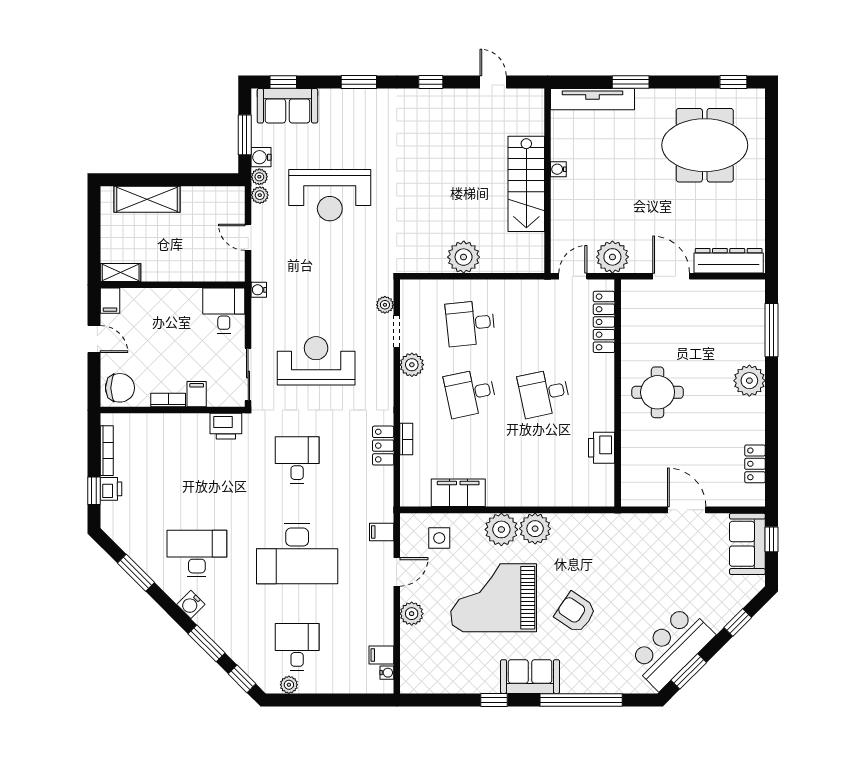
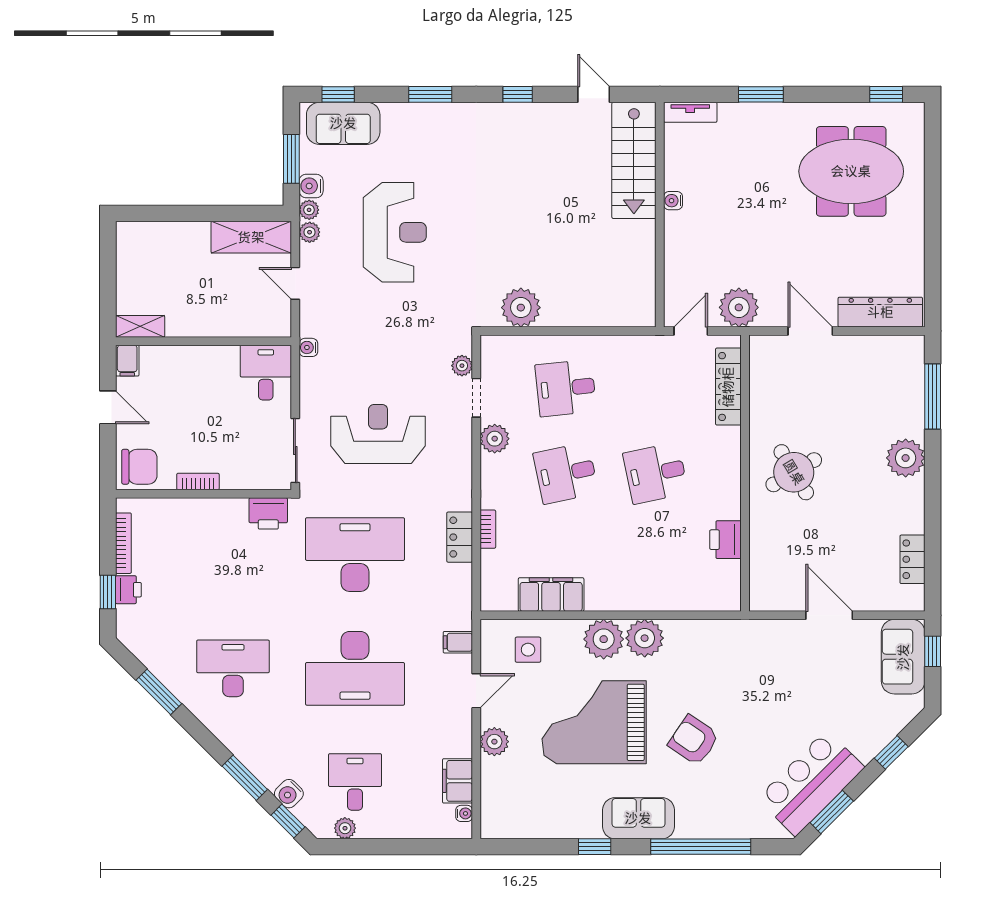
tv unit: (593, 99) -> (690, 112), width x0.52, depth x0.78
stairs: (526, 184) -> (634, 160), moved
reception desk: (330, 195) -> (395, 232), turned -90
shelving: (147, 199) -> (251, 237), moved
plant: (464, 257) -> (521, 308), moved
round table: (658, 392) -> (794, 472), turned -31
filing cabinet: (197, 394) -> (233, 474), removed
desk: (297, 460) -> (355, 555), width x1.87, depth x1.30
water cooler: (191, 604) -> (289, 794), moved
filing cabinet: (381, 655) -> (457, 781), width x2.00

